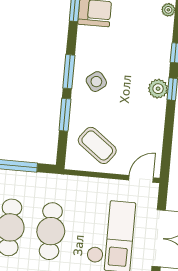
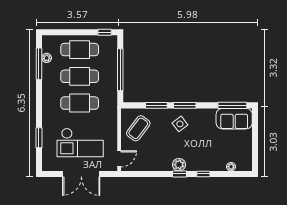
door: (141, 179) -> (119, 159), hinge flipped

